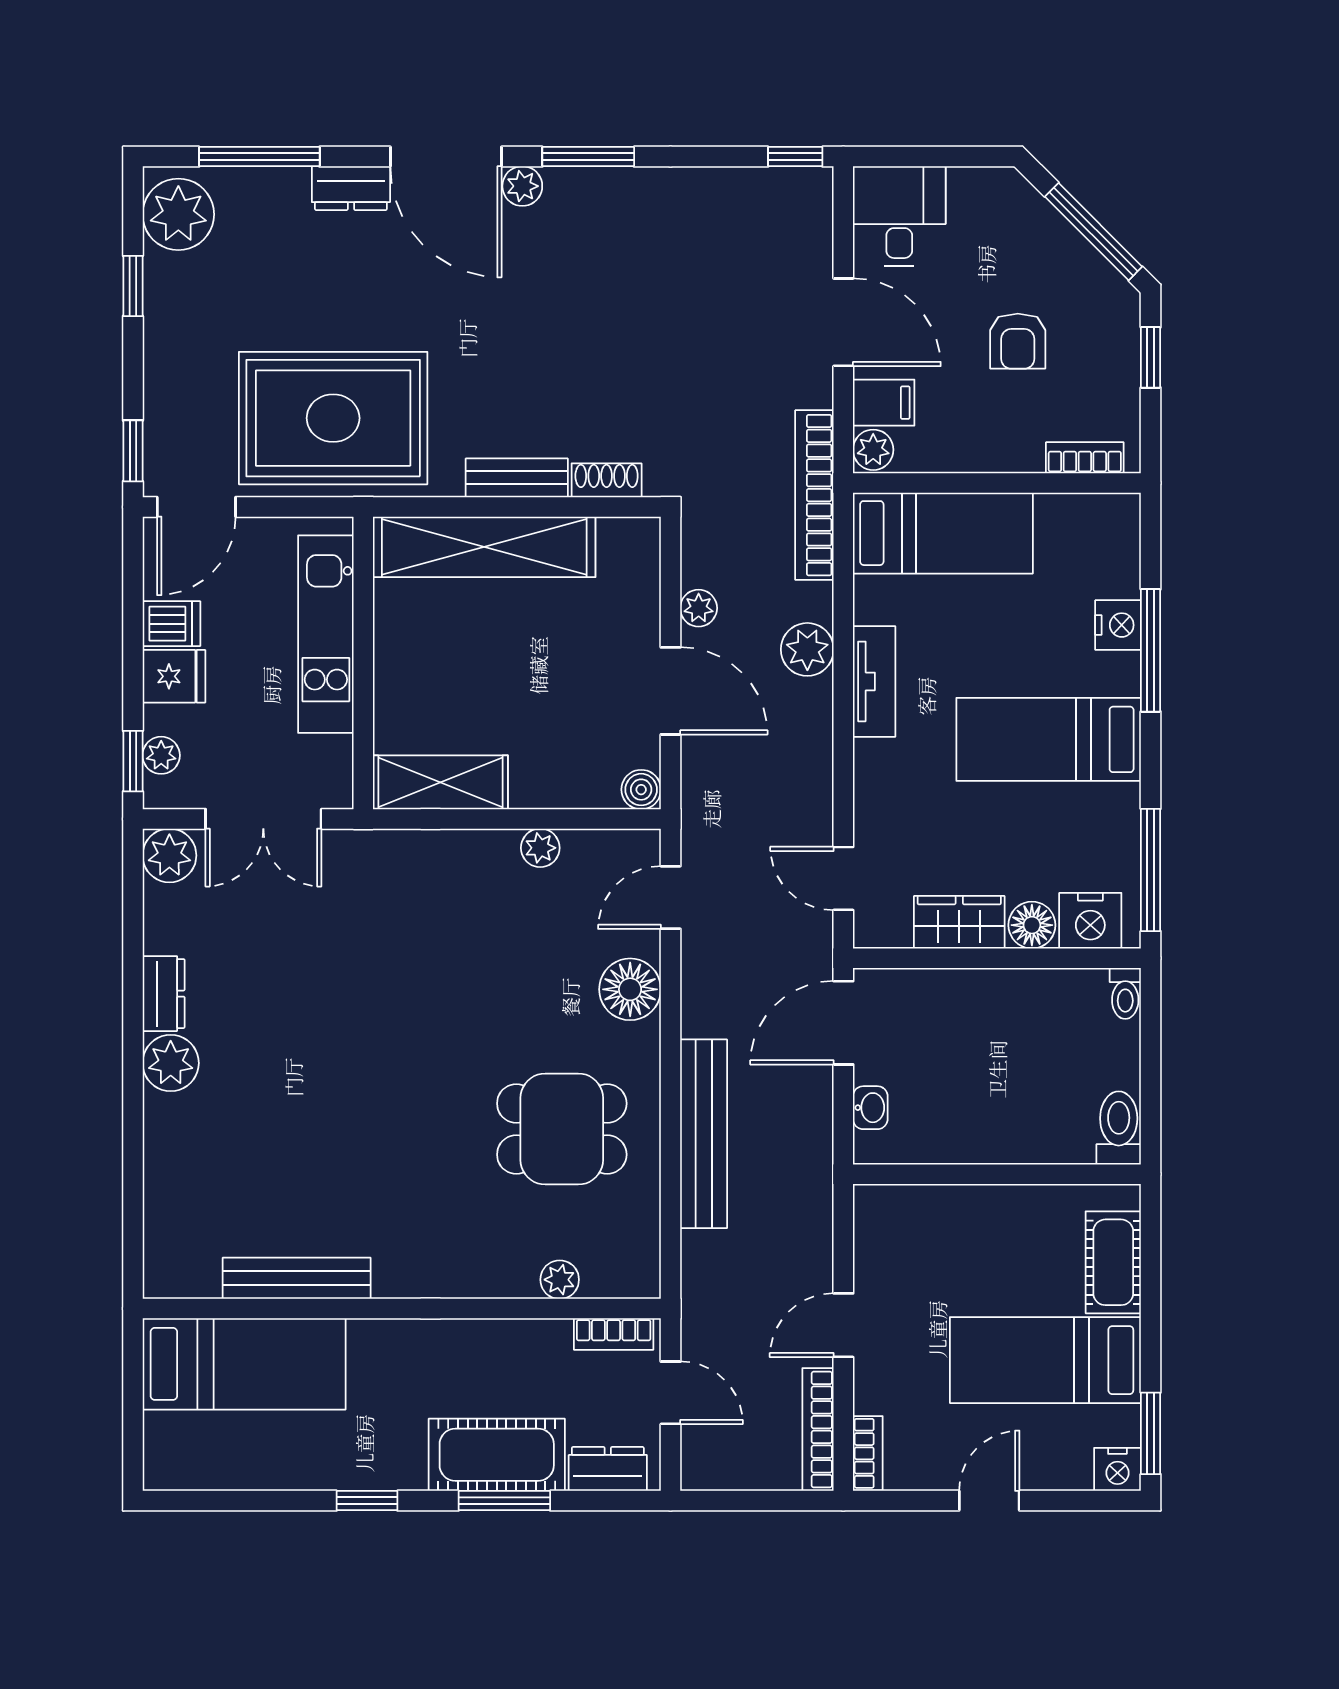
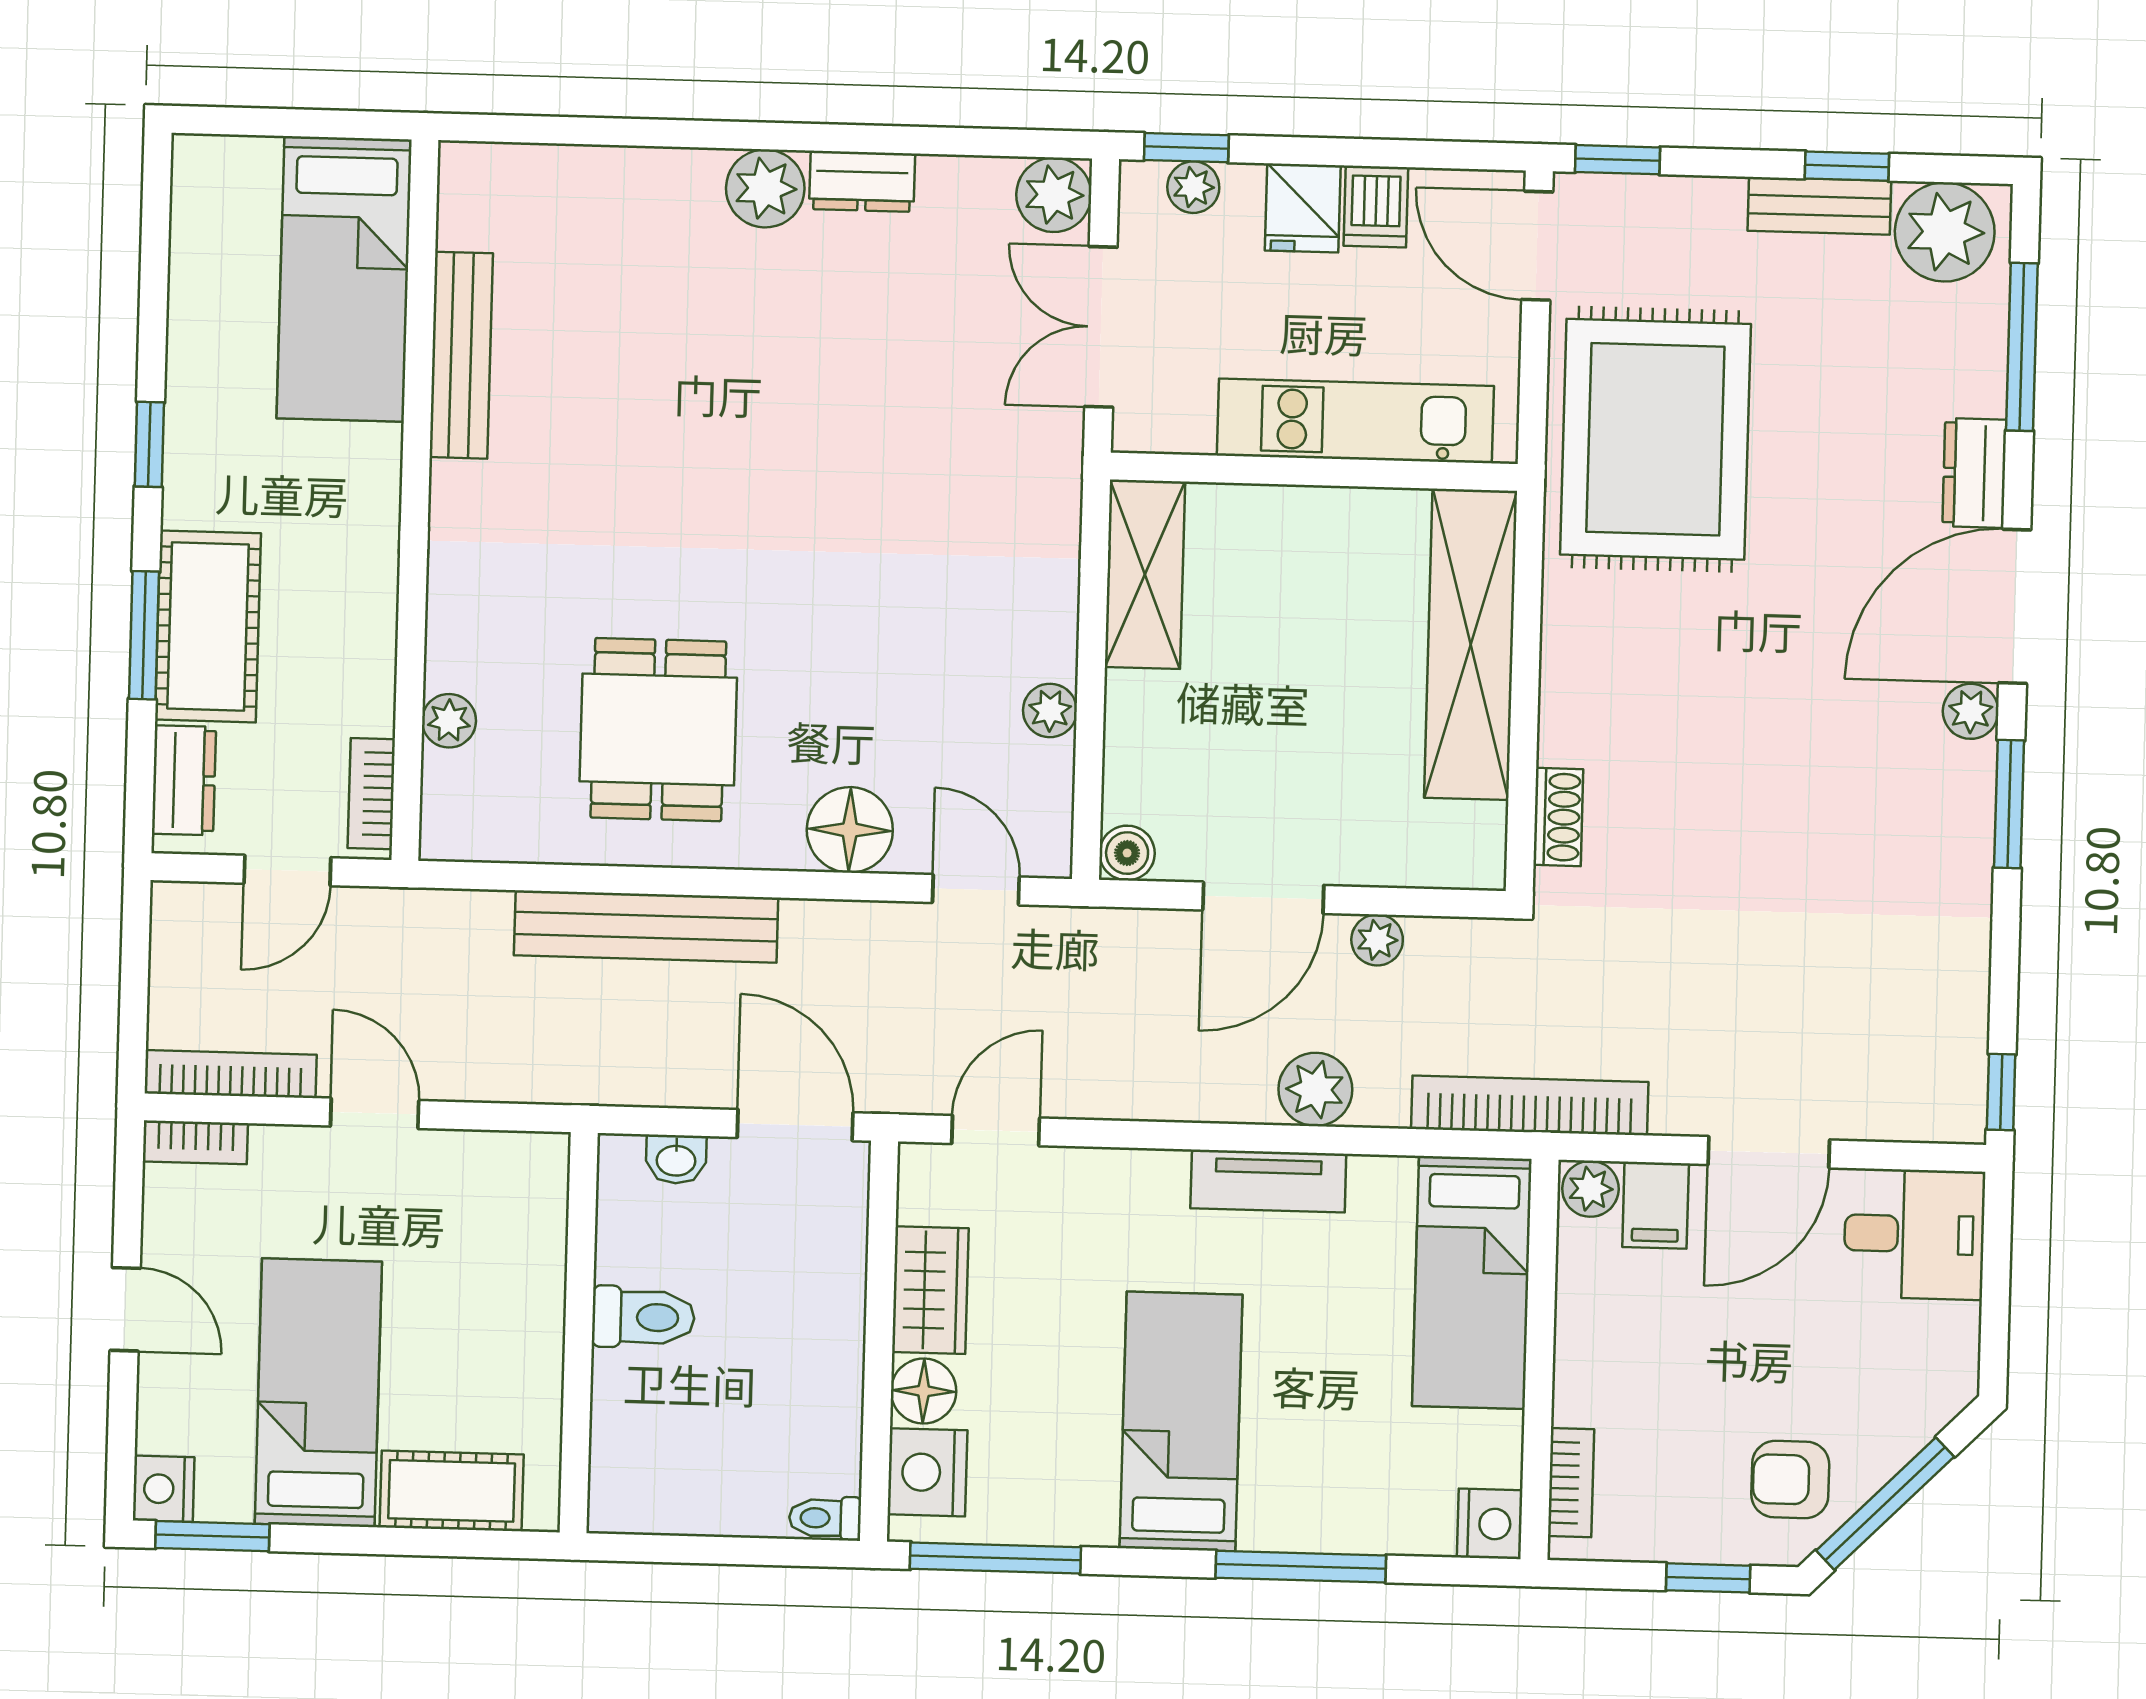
armchair: (1018, 341) -> (1790, 1480), moved
bench: (517, 478) -> (1819, 206), moved, turned 90
nightstand: (1118, 625) -> (1490, 1524), moved, turned -90
toilet: (1119, 1128) -> (643, 1317), moved

